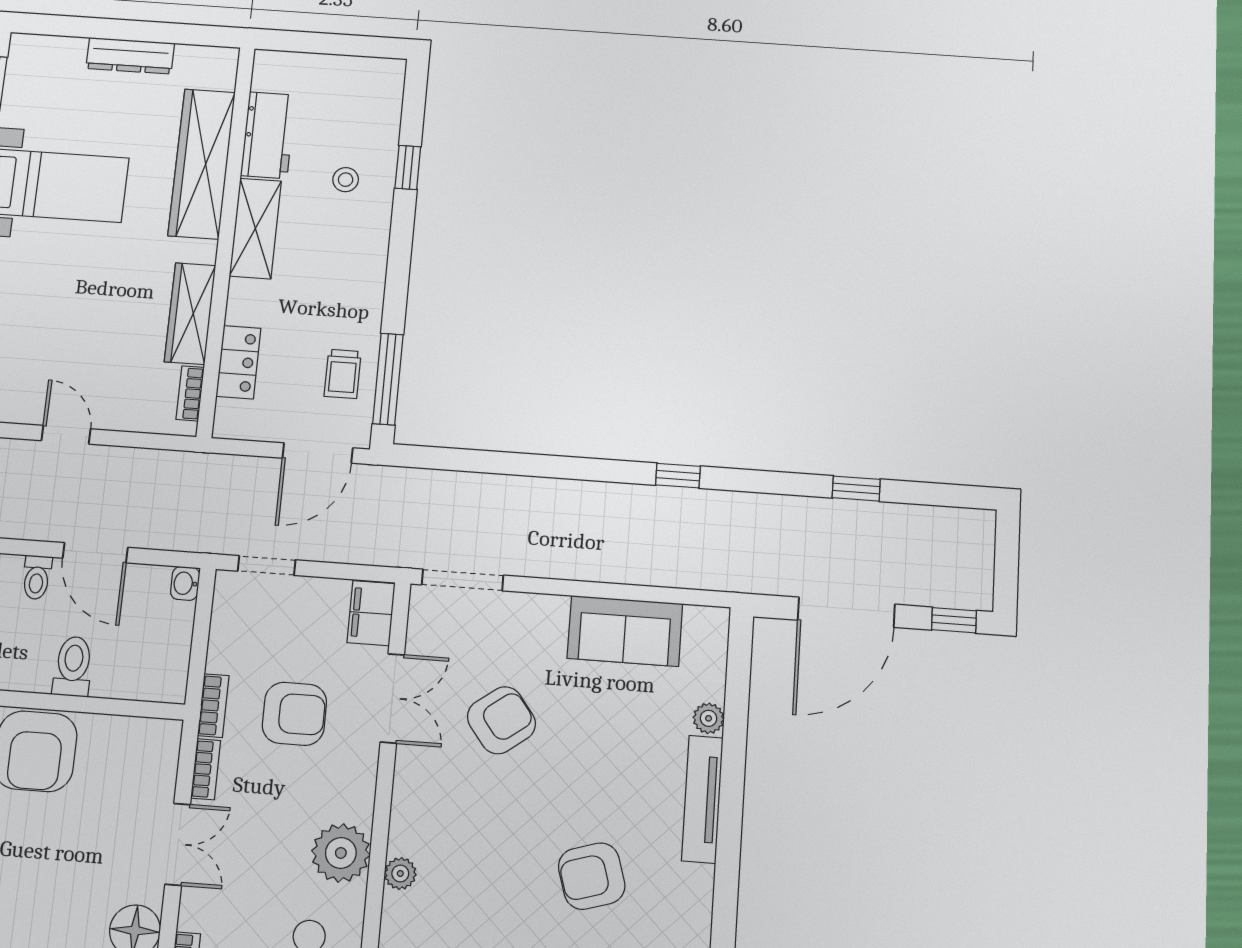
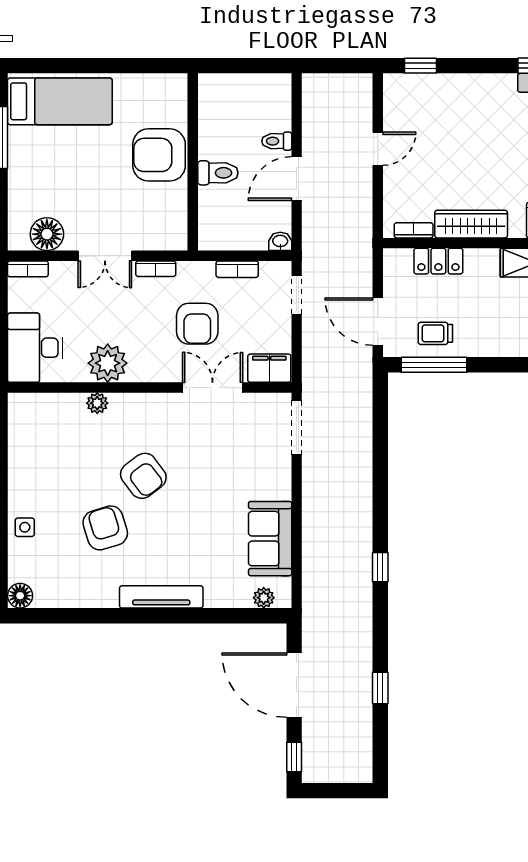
double door: (392, 698) -> (213, 388), swing flipped
bookcase: (213, 706) -> (237, 269), moved
plant: (709, 718) -> (264, 598), moved
armchair: (501, 720) -> (143, 476), moved

